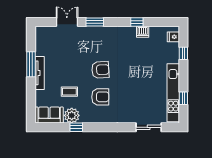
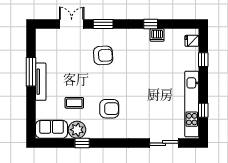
armchair: (100, 70) -> (103, 55), moved

